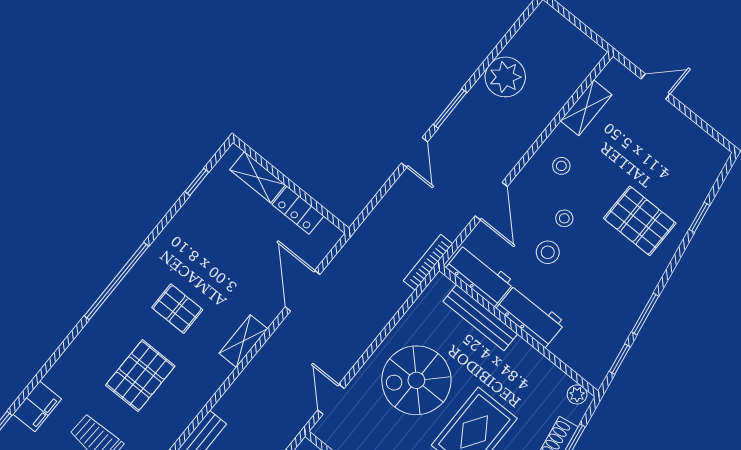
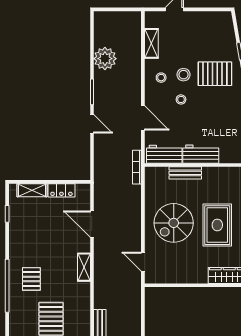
stool: (548, 252) -> (183, 75), moved
pallet: (177, 309) -> (31, 279), moved, turned 90
bench: (480, 318) -> (185, 173), width x0.73

